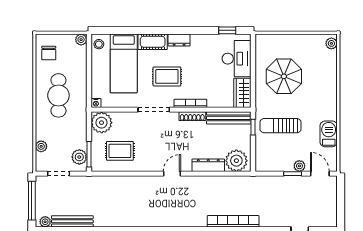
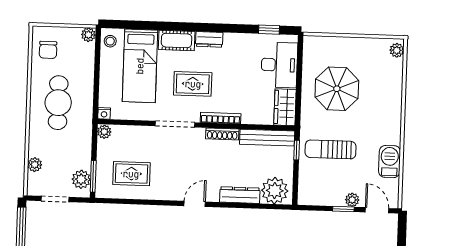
plant: (102, 123) -> (104, 132), width x0.53, depth x0.53

